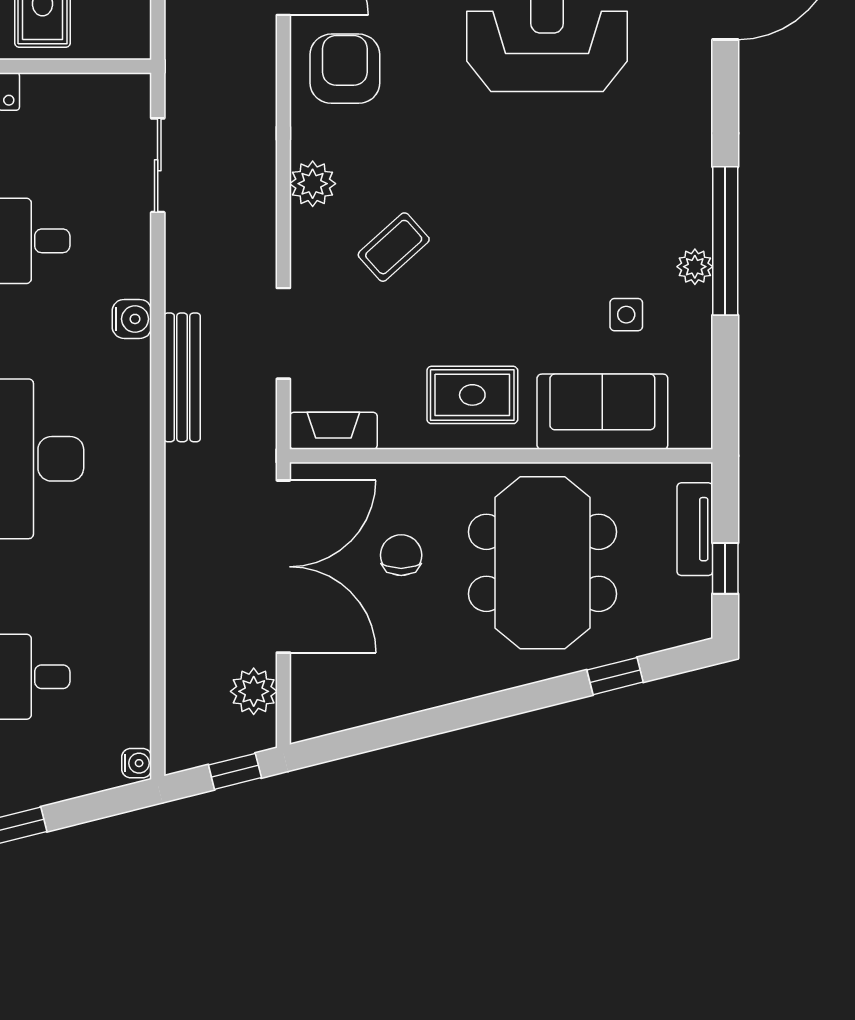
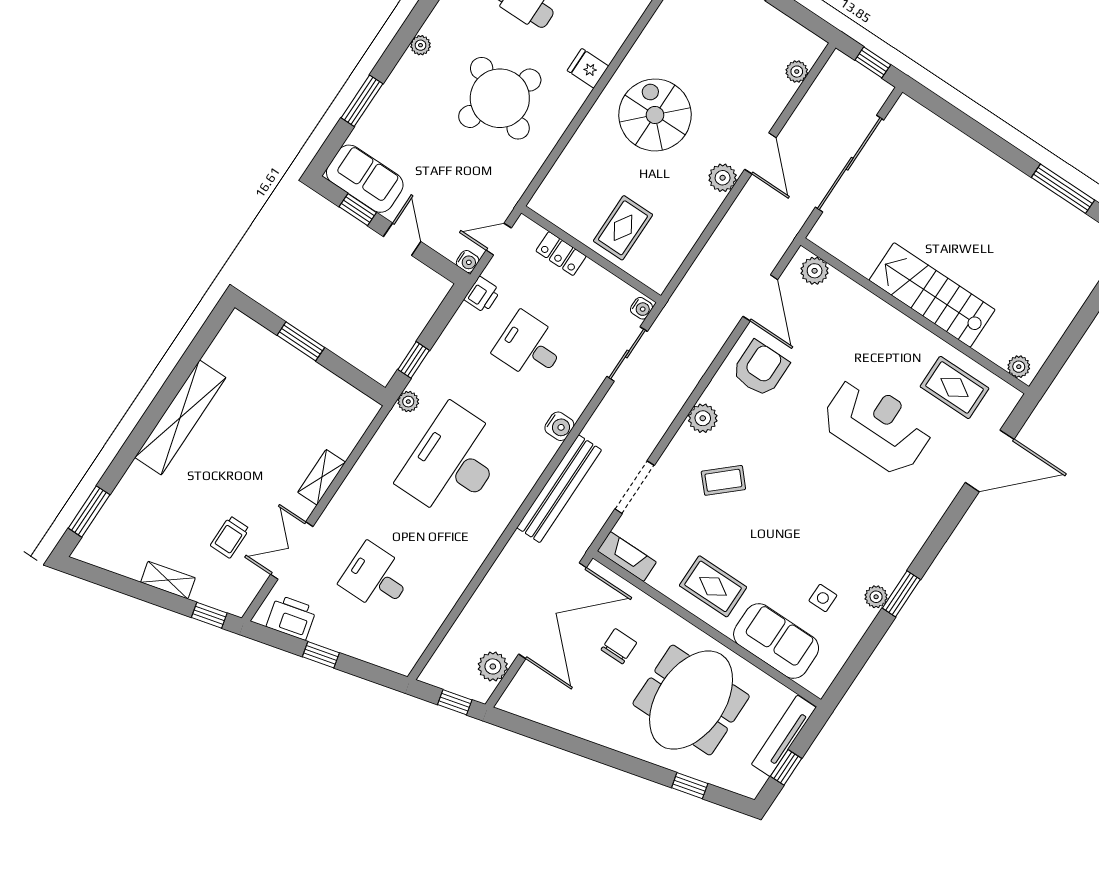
window: (725, 241) -> (901, 594), width x0.47
bench: (182, 377) -> (559, 489), width x1.37, depth x1.21
tv unit: (695, 529) -> (784, 736), width x1.41
water cooler: (137, 763) -> (641, 308), moved

